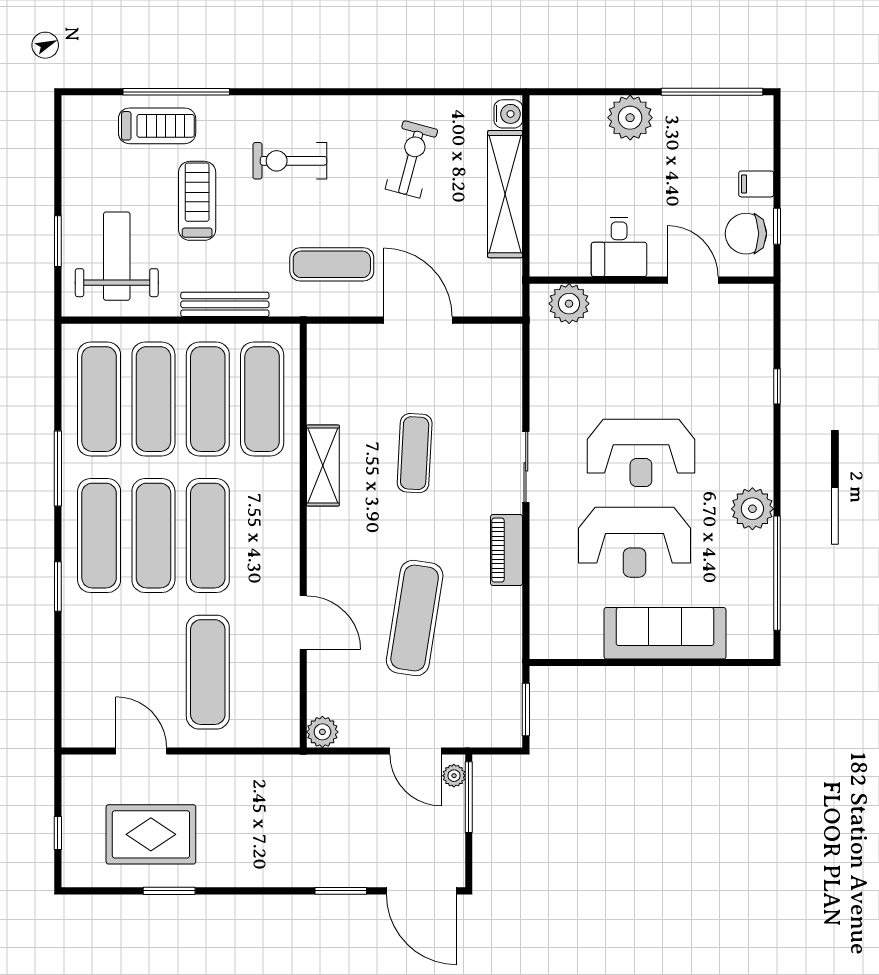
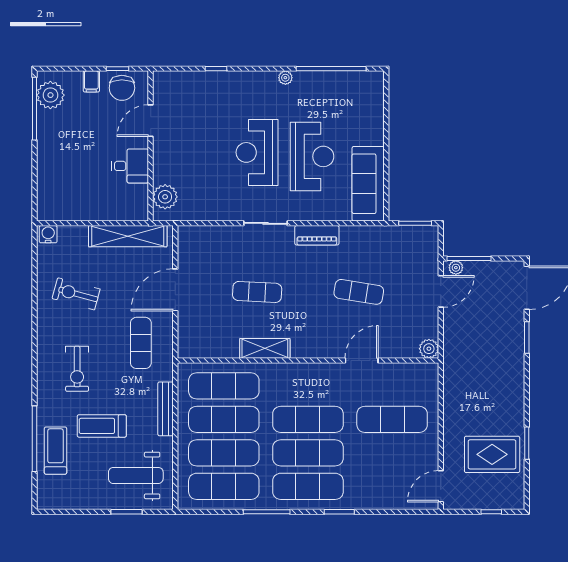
plant: (630, 118) -> (50, 95), moved
shelving: (505, 194) -> (128, 236), moved
reception desk: (641, 453) -> (257, 152), turned 180
plant: (752, 509) -> (285, 78), width x0.53, depth x0.53
exercise mat: (415, 618) -> (359, 292), width x0.73, depth x0.69
sofa: (665, 633) -> (368, 184), moved
door: (141, 751) -> (441, 486), moved
rug: (151, 834) -> (492, 454), turned 90

